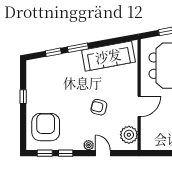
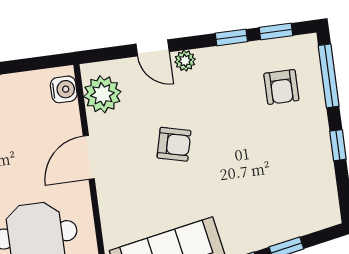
armchair: (46, 127) -> (281, 87), width x0.53, depth x0.53
window: (23, 129) -> (329, 76), added
water cooler: (146, 139) -> (64, 89), added

